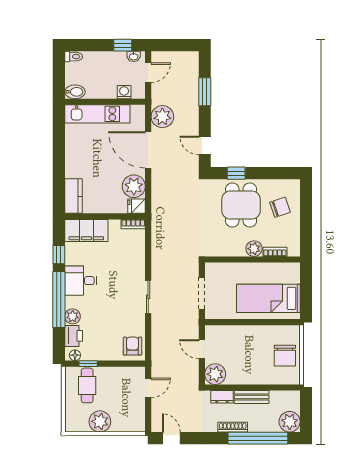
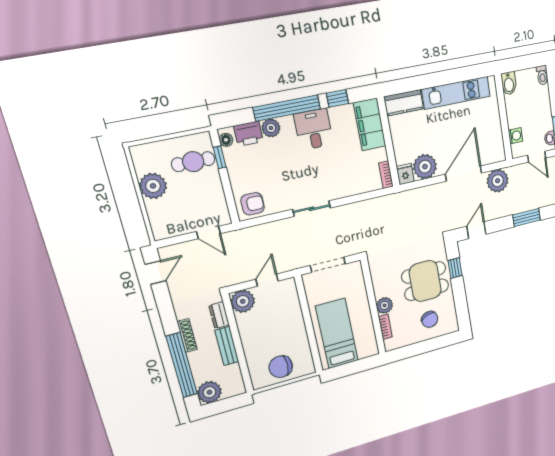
kitchen unit: (97, 114) -> (456, 93), moved, turned -90

